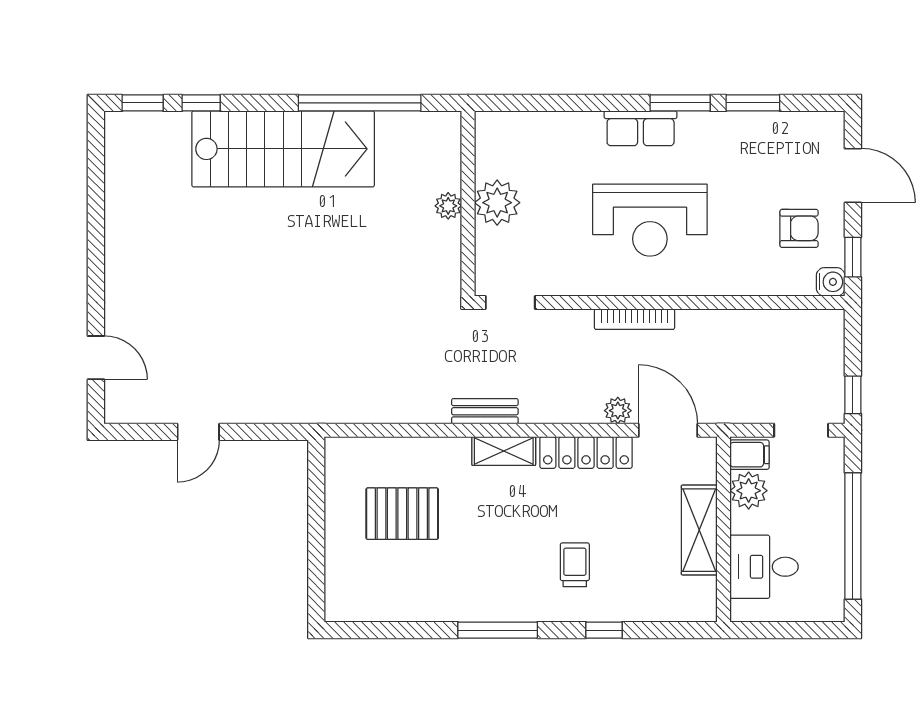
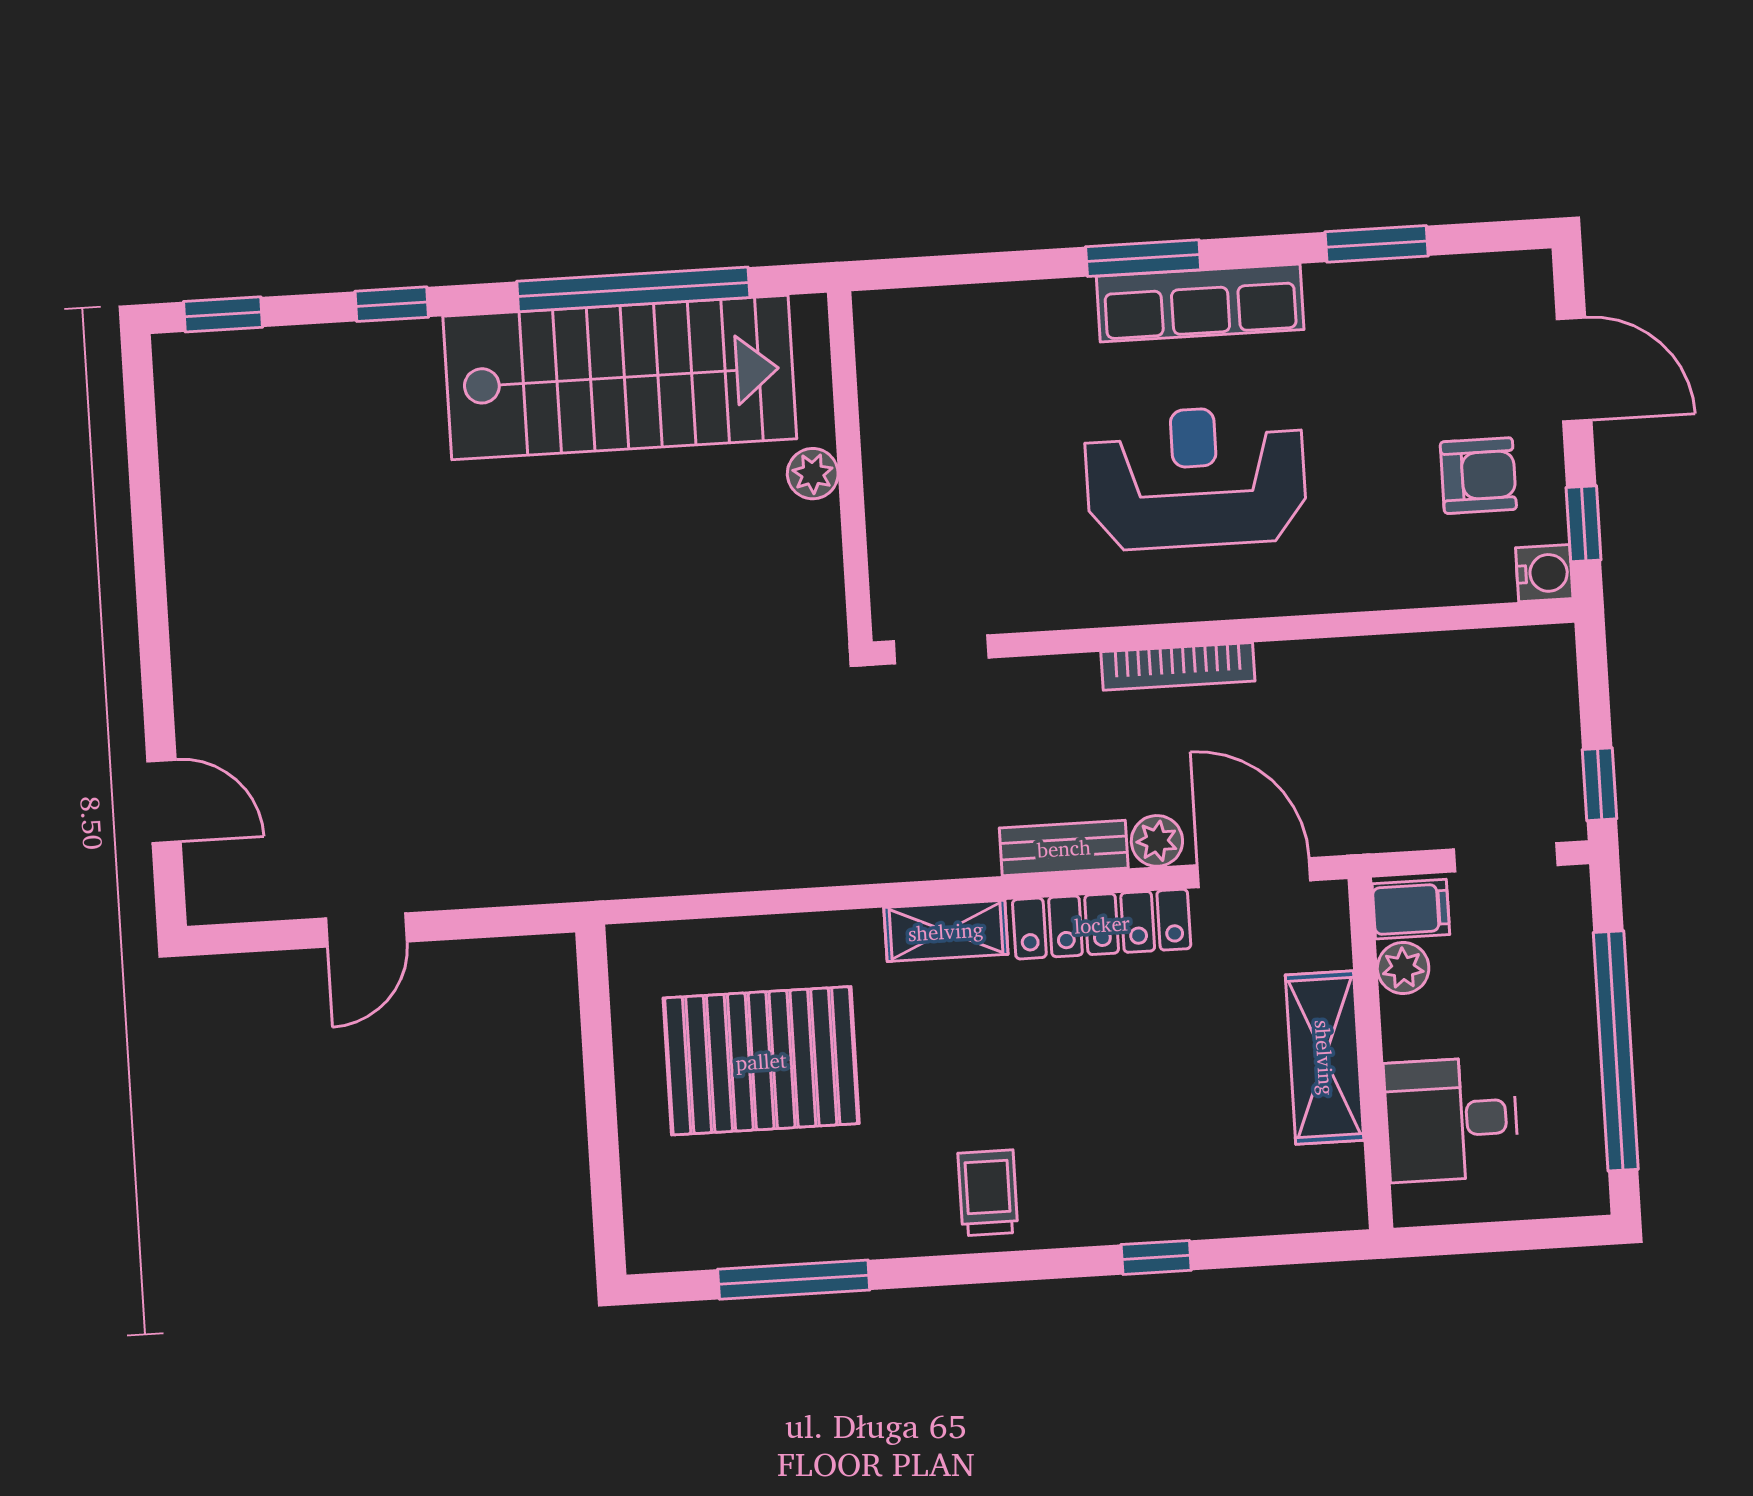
window: (201, 103) -> (392, 304), moved
window: (680, 103) -> (1143, 258), moved
row of seats: (641, 128) -> (1200, 303), width x1.48
stairs: (283, 149) -> (620, 377), moved
plant: (497, 203) -> (905, 462), removed
reception desk: (650, 220) -> (1196, 477), turned 180
bench: (485, 411) -> (1064, 848), moved
plant: (749, 491) -> (1403, 968), width x0.73, depth x0.73
pallet: (402, 514) -> (761, 1061), width x1.37, depth x1.41
trolley: (575, 565) -> (988, 1193), moved
window: (498, 630) -> (794, 1280), moved

